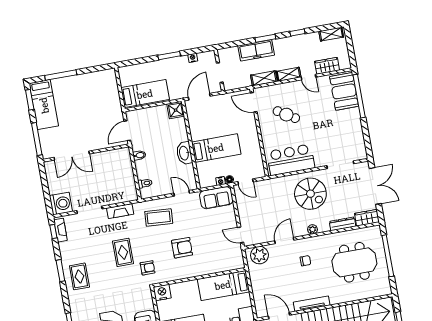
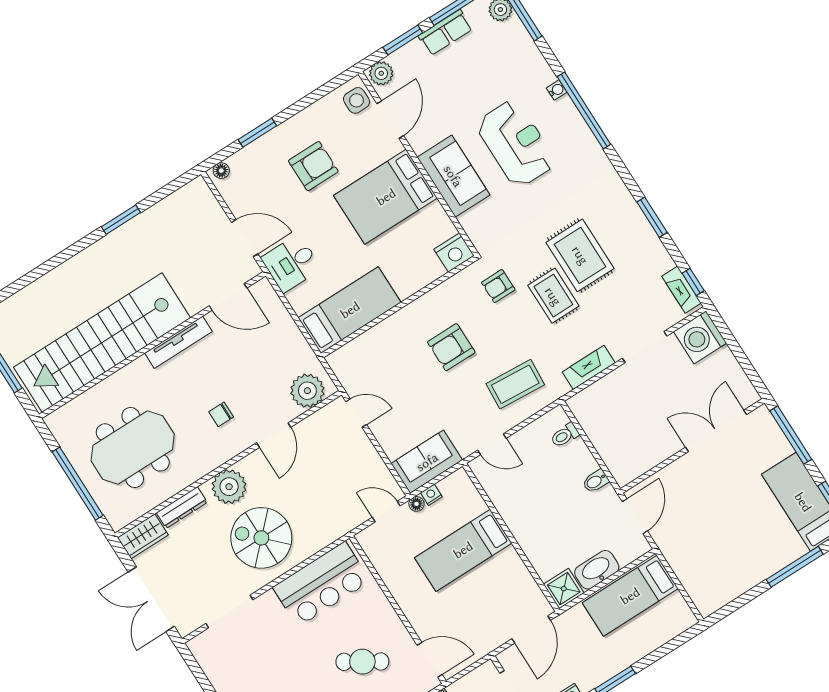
washbasin: (184, 153) -> (597, 570), moved, turned -90
plant: (312, 229) -> (229, 487), width x1.88, depth x1.88
rug: (79, 276) -> (580, 255), moved, width x1.36, depth x1.43

